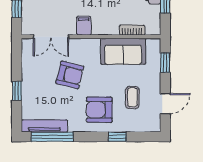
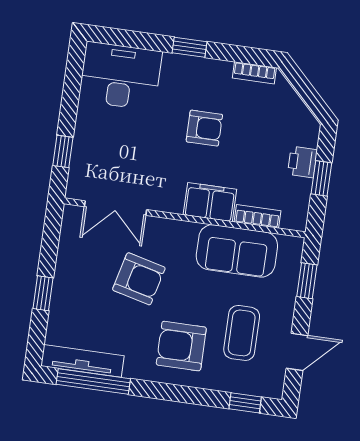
filing cabinet: (84, 26) -> (210, 202), moved, width x2.00
coffee table: (132, 97) -> (242, 333), width x1.36, depth x1.30
window: (117, 137) -> (245, 403), moved

